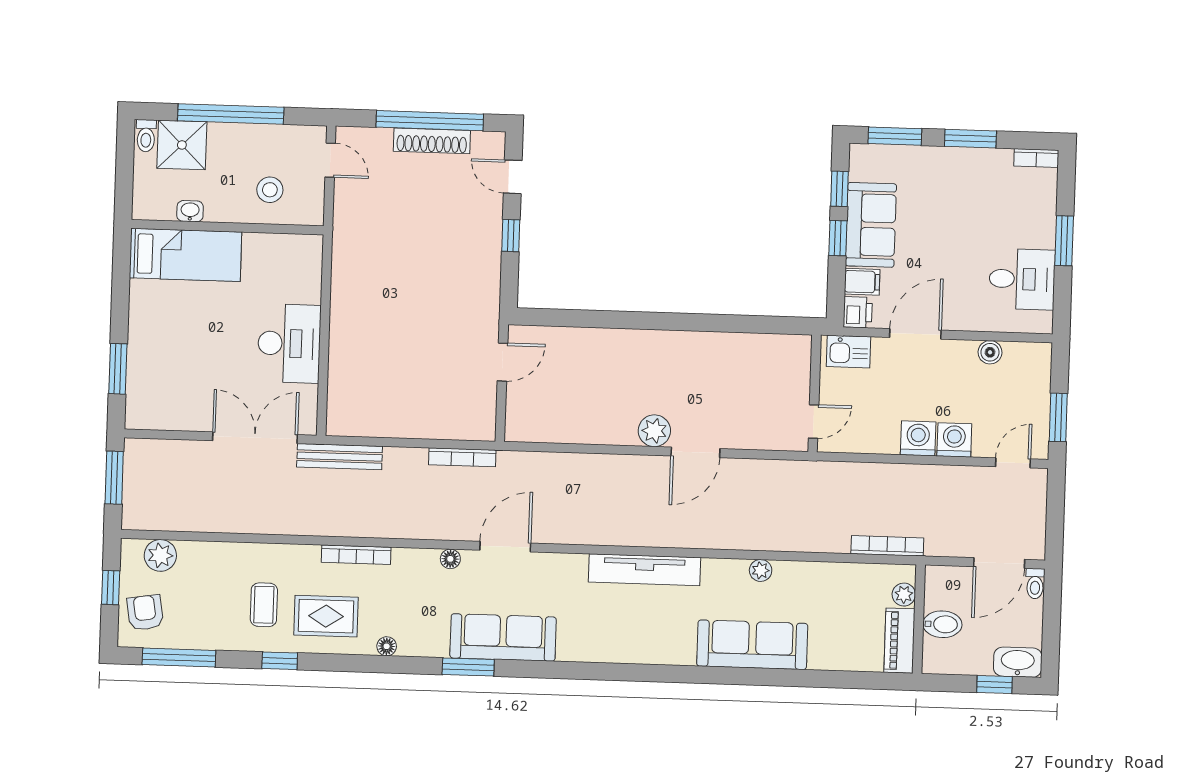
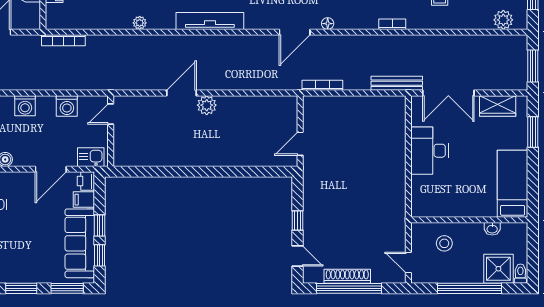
sofa: (871, 225) -> (80, 243), width x1.36
bed: (185, 255) -> (513, 184), moved, turned 90
wardrobe: (174, 414) -> (498, 106), added
washing machine: (918, 438) -> (67, 106), moved
bookcase: (356, 555) -> (392, 24), width x0.64
plant: (904, 595) -> (52, 11), removed

